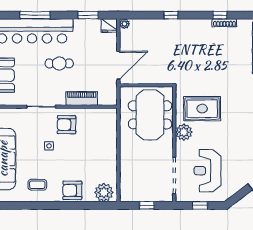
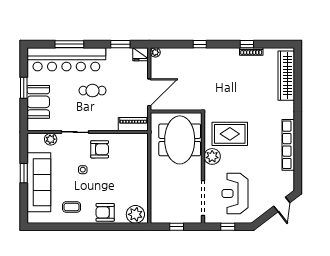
piano: (82, 99) -> (133, 124), moved
plant: (15, 114) -> (51, 139), added
armchair: (67, 125) -> (100, 149), turned 180

